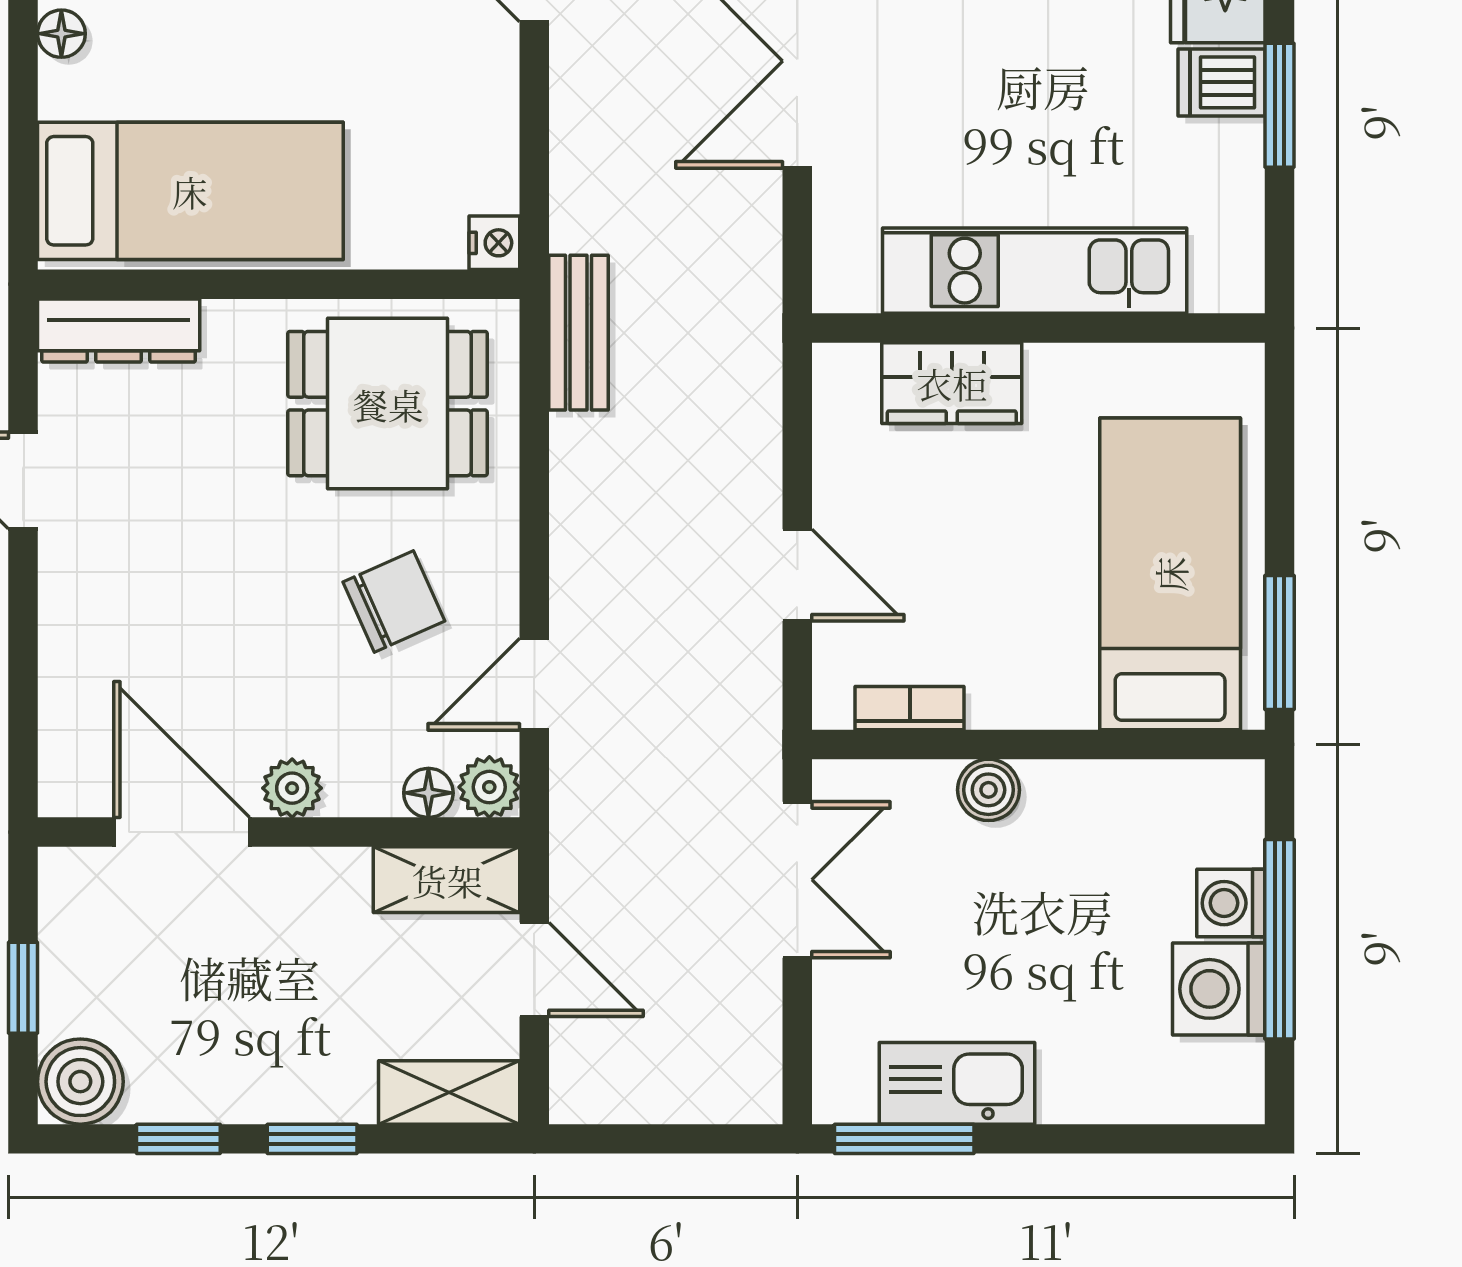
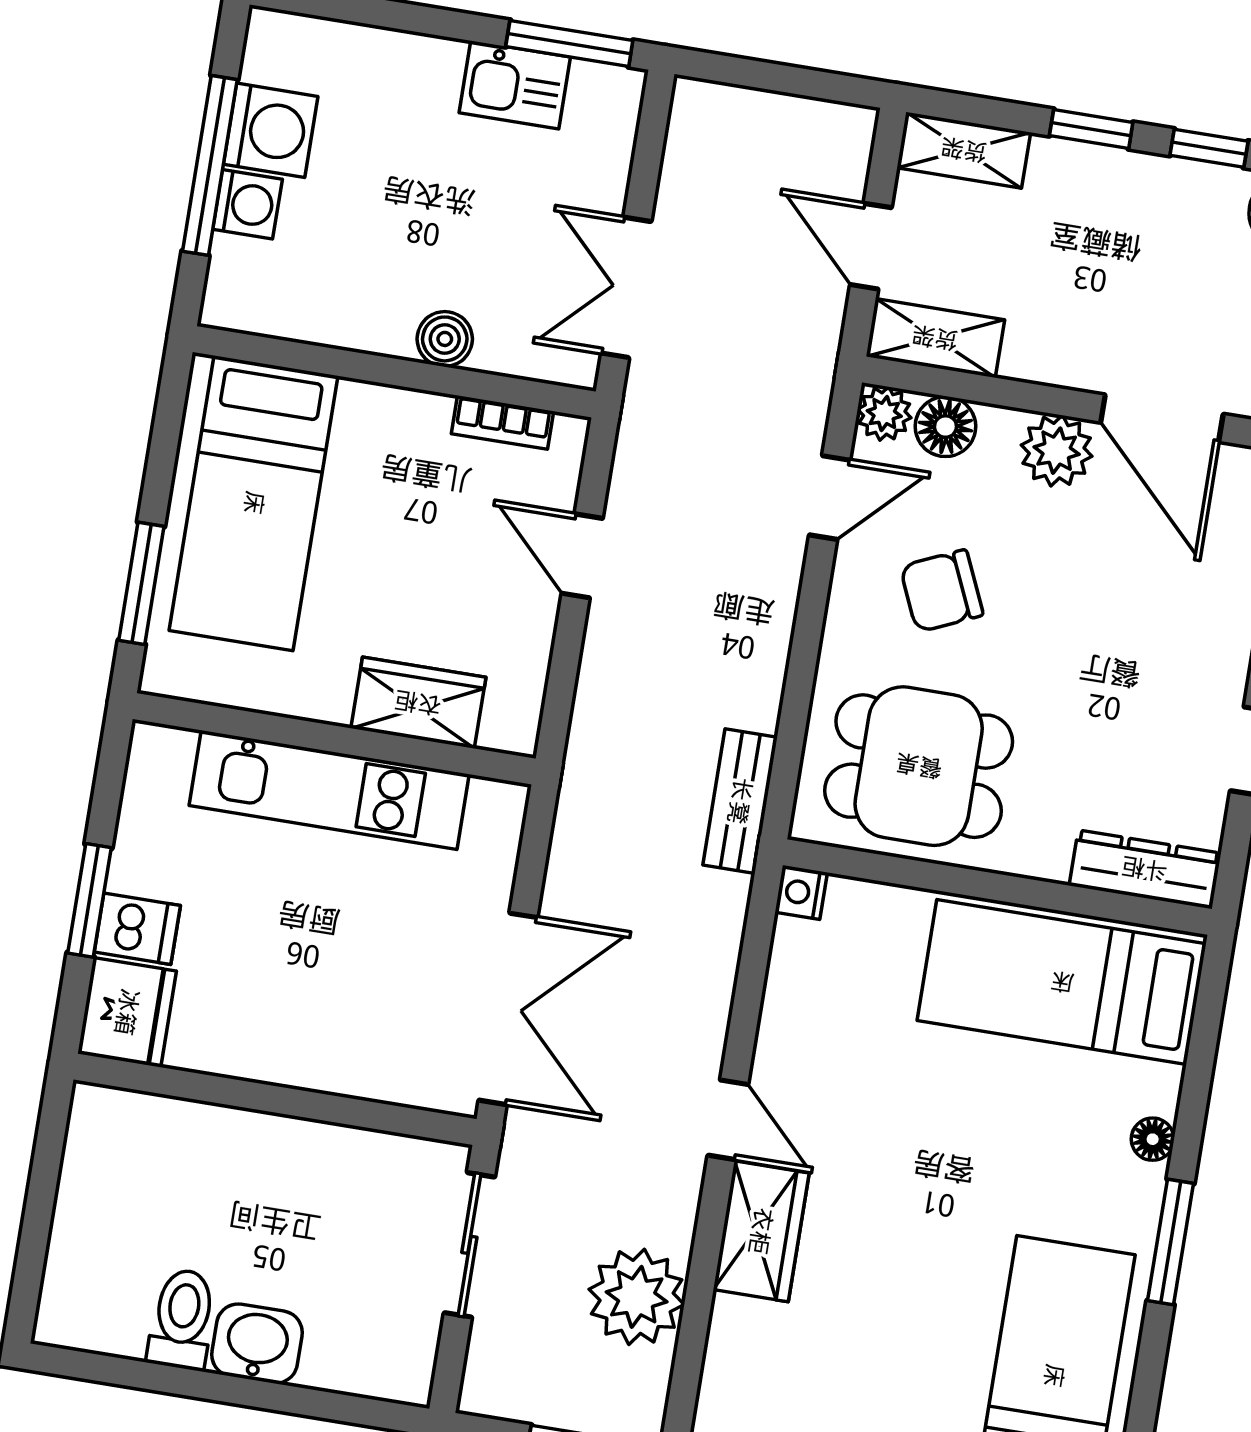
window: (1279, 643) -> (141, 583), moved
plant: (292, 788) -> (1057, 451), width x1.38, depth x1.38
floor lamp: (428, 793) -> (945, 427), width x1.37, depth x1.37
kitchen sink: (957, 1083) -> (515, 85), width x0.73

